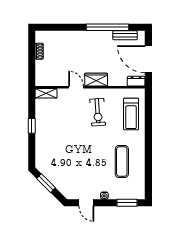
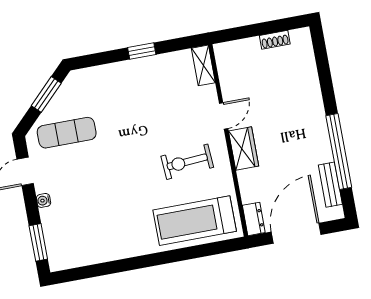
treadmill: (131, 114) -> (195, 221), width x1.37, depth x1.38
exercise mat: (122, 161) -> (67, 133), moved

